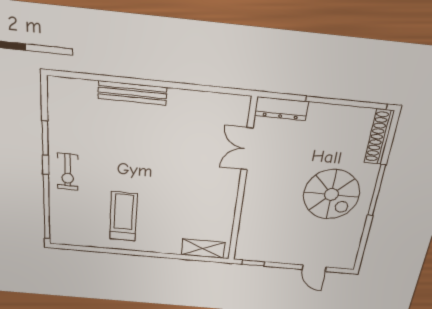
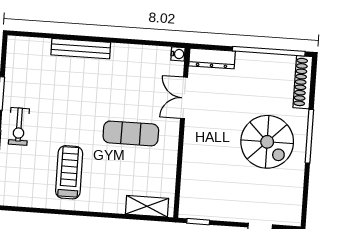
water cooler: (243, 102) -> (178, 54), added
exercise mat: (188, 182) -> (131, 133), added

